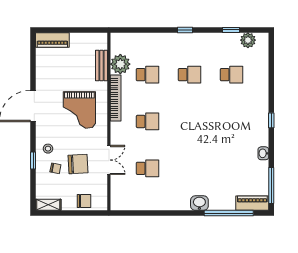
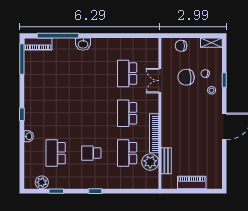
piano: (52, 40) -> (192, 182), moved
school desk: (148, 75) -> (127, 153), width x1.85
school desk: (232, 75) -> (56, 153), width x1.85
grand piano: (79, 110) -> (185, 123), removed
school desk: (148, 121) -> (127, 113), width x1.85
washbasin: (263, 153) -> (29, 136), moved
school desk: (148, 168) -> (127, 74), width x1.85

